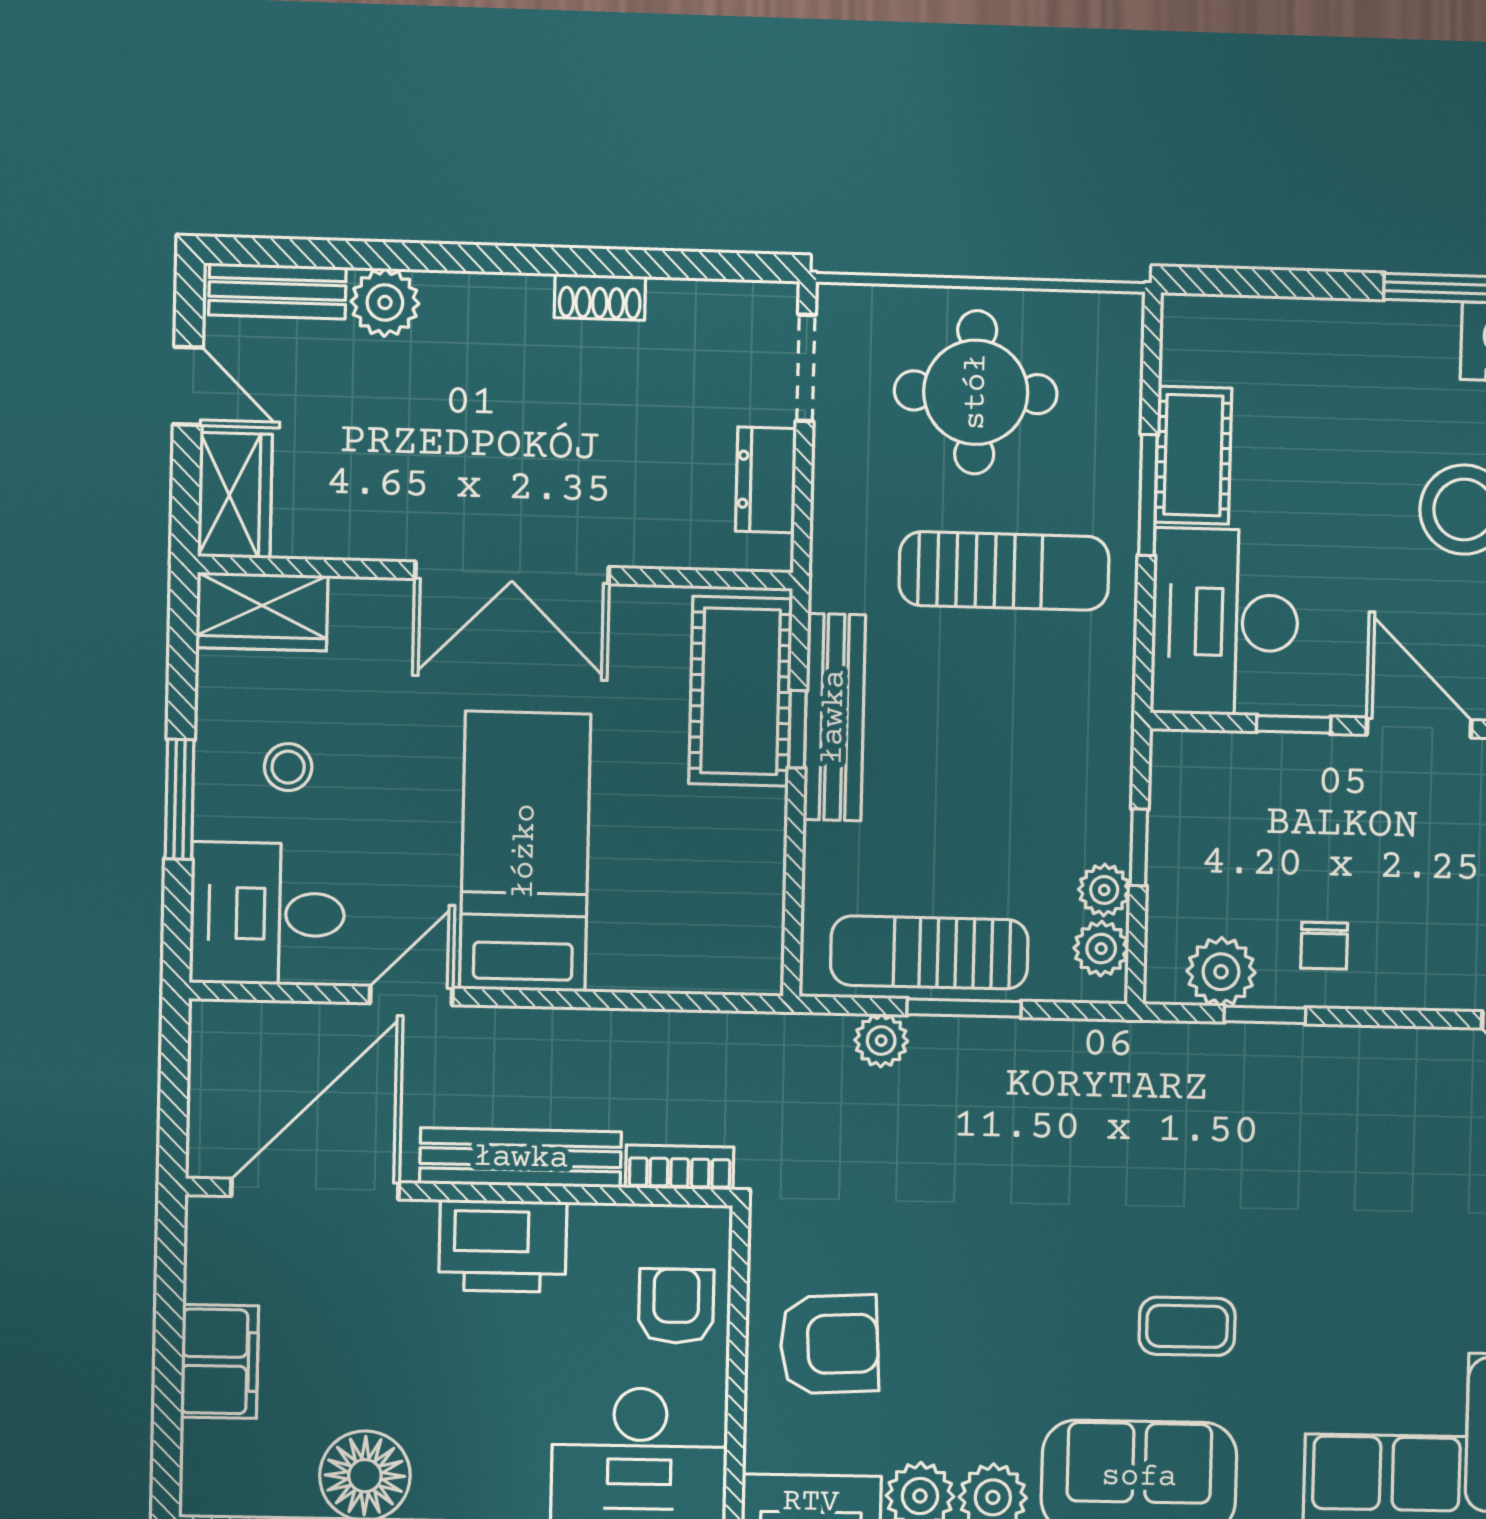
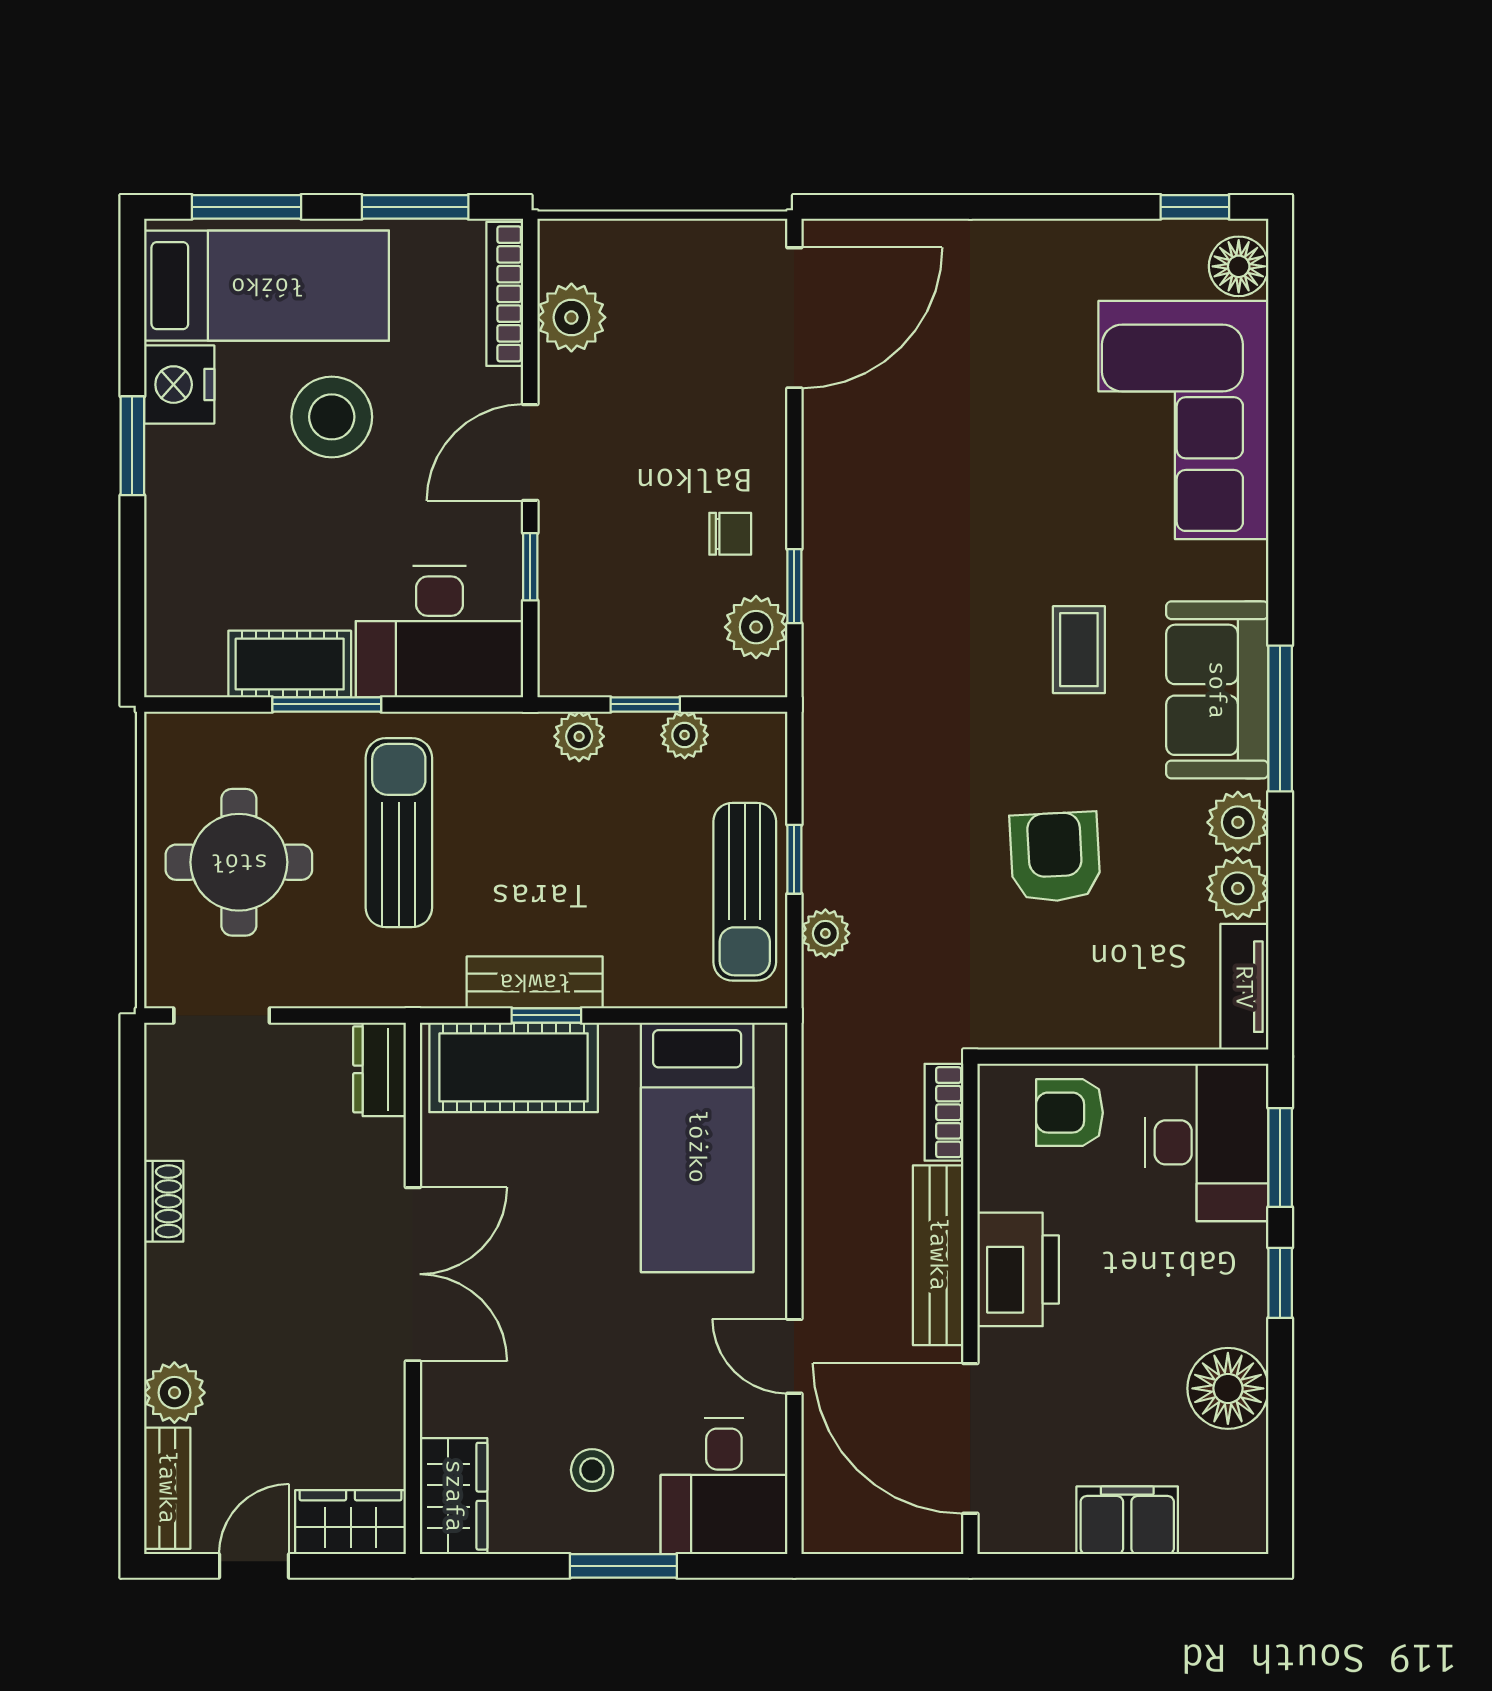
dresser: (766, 480) -> (380, 1069), moved, turned 90
bench: (834, 717) -> (535, 982), width x0.73
bed: (525, 851) -> (697, 1147), moved, turned -90
plant: (1101, 949) -> (579, 736), moved
window: (964, 1008) -> (794, 859), width x0.67
armchair: (829, 1344) -> (1055, 857), moved

